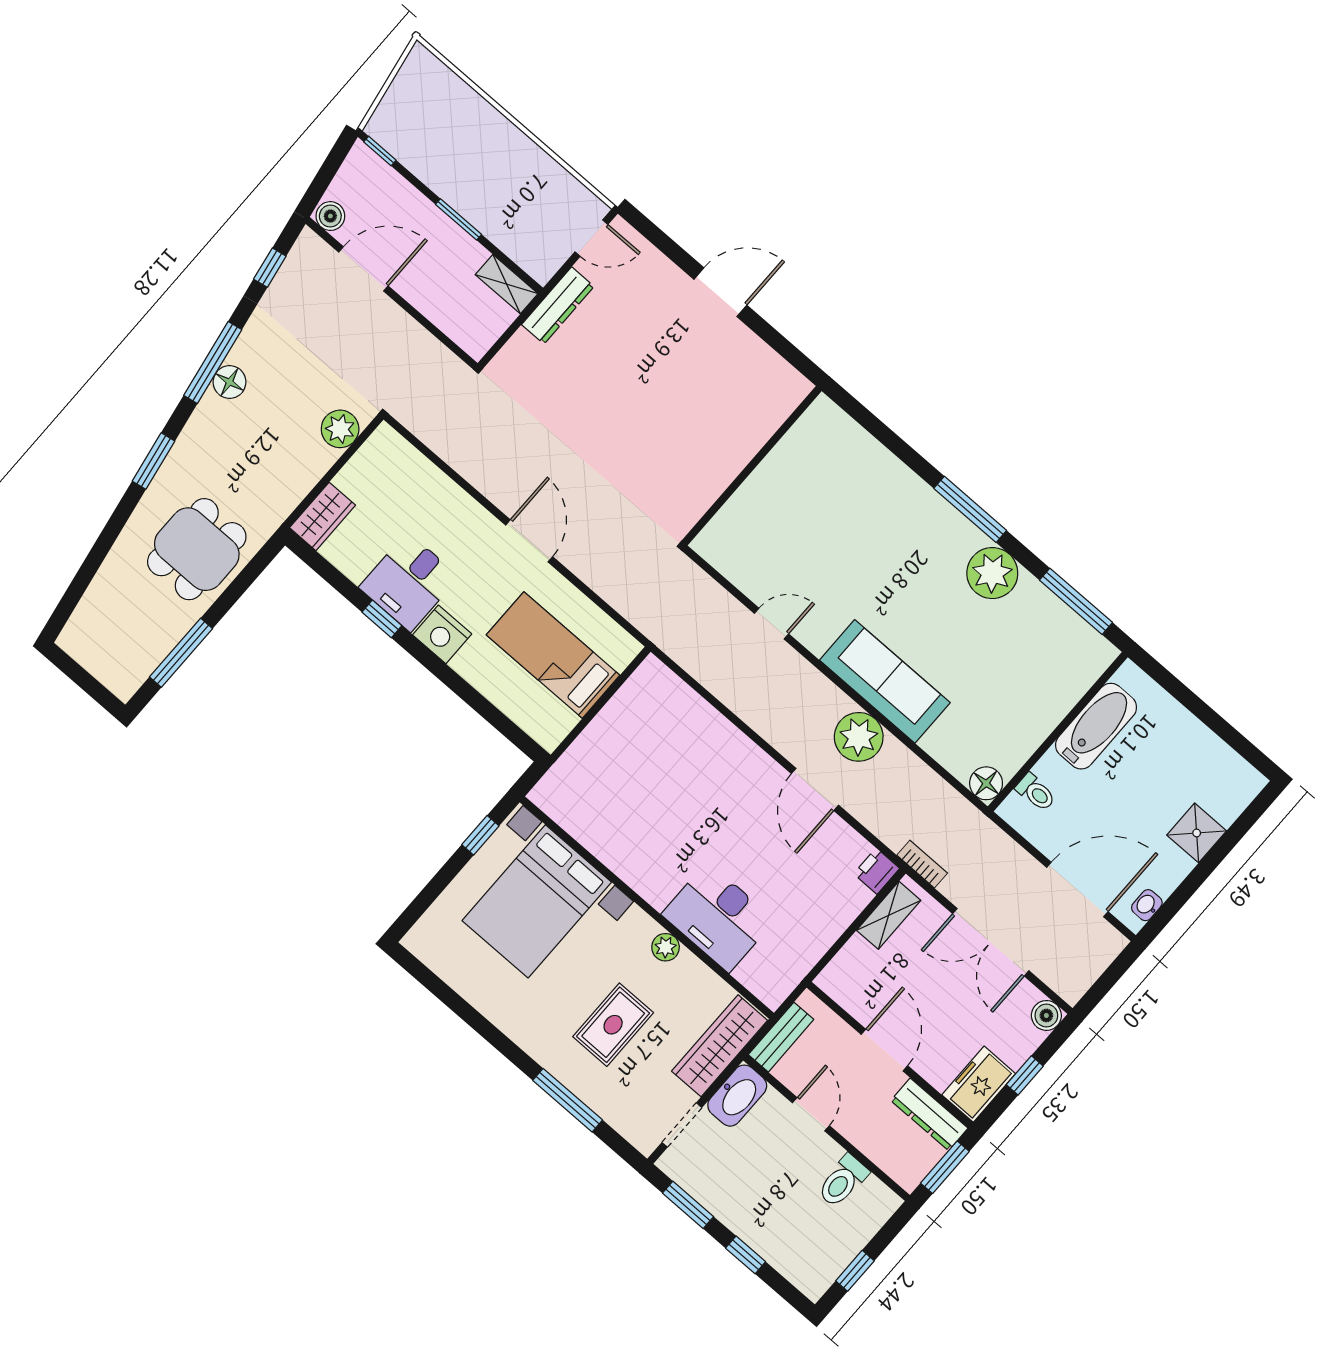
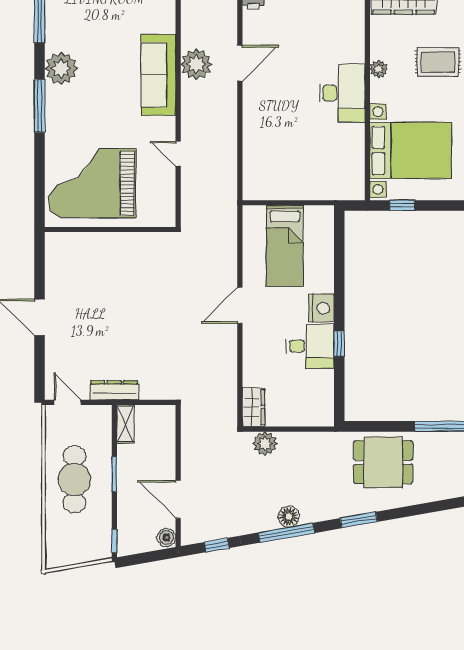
cafe table: (493, 167) -> (75, 479), added
grand piano: (825, 492) -> (92, 183), added
wardrobe: (322, 516) -> (253, 407), moved, turned 90
desk: (718, 917) -> (342, 93), moved

